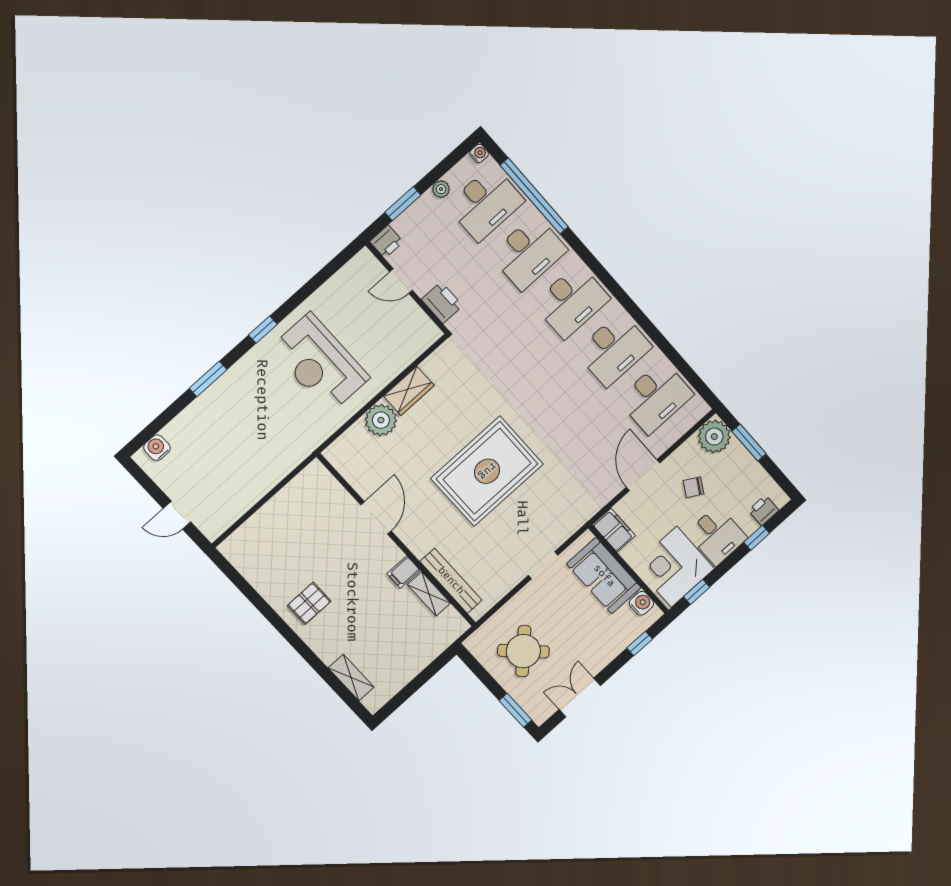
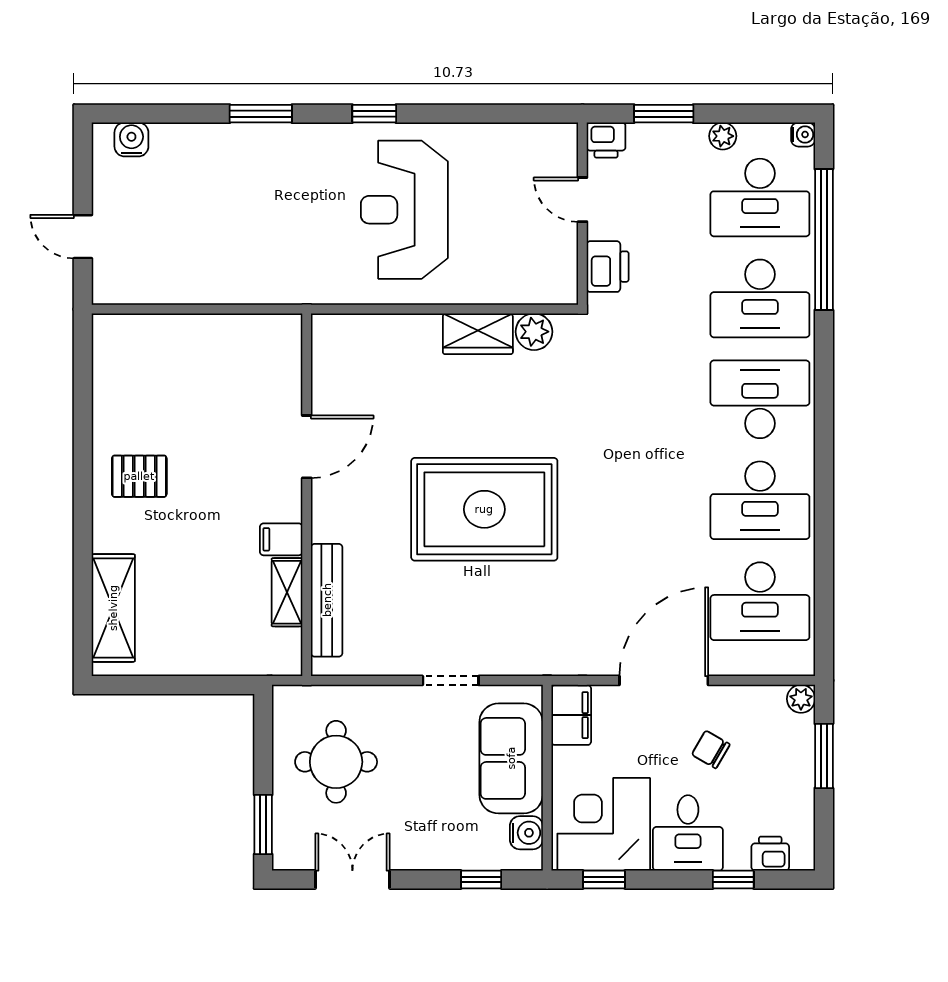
desk: (571, 301) -> (760, 399), turned 180
plant: (381, 420) -> (534, 332), moved, width x0.73, depth x0.73
plant: (714, 437) -> (801, 699), width x0.53, depth x0.53
door: (643, 475) -> (664, 680), width x1.36
round table: (523, 651) -> (336, 762), turned 45
shelving: (351, 678) -> (113, 608), width x1.50, depth x1.33

